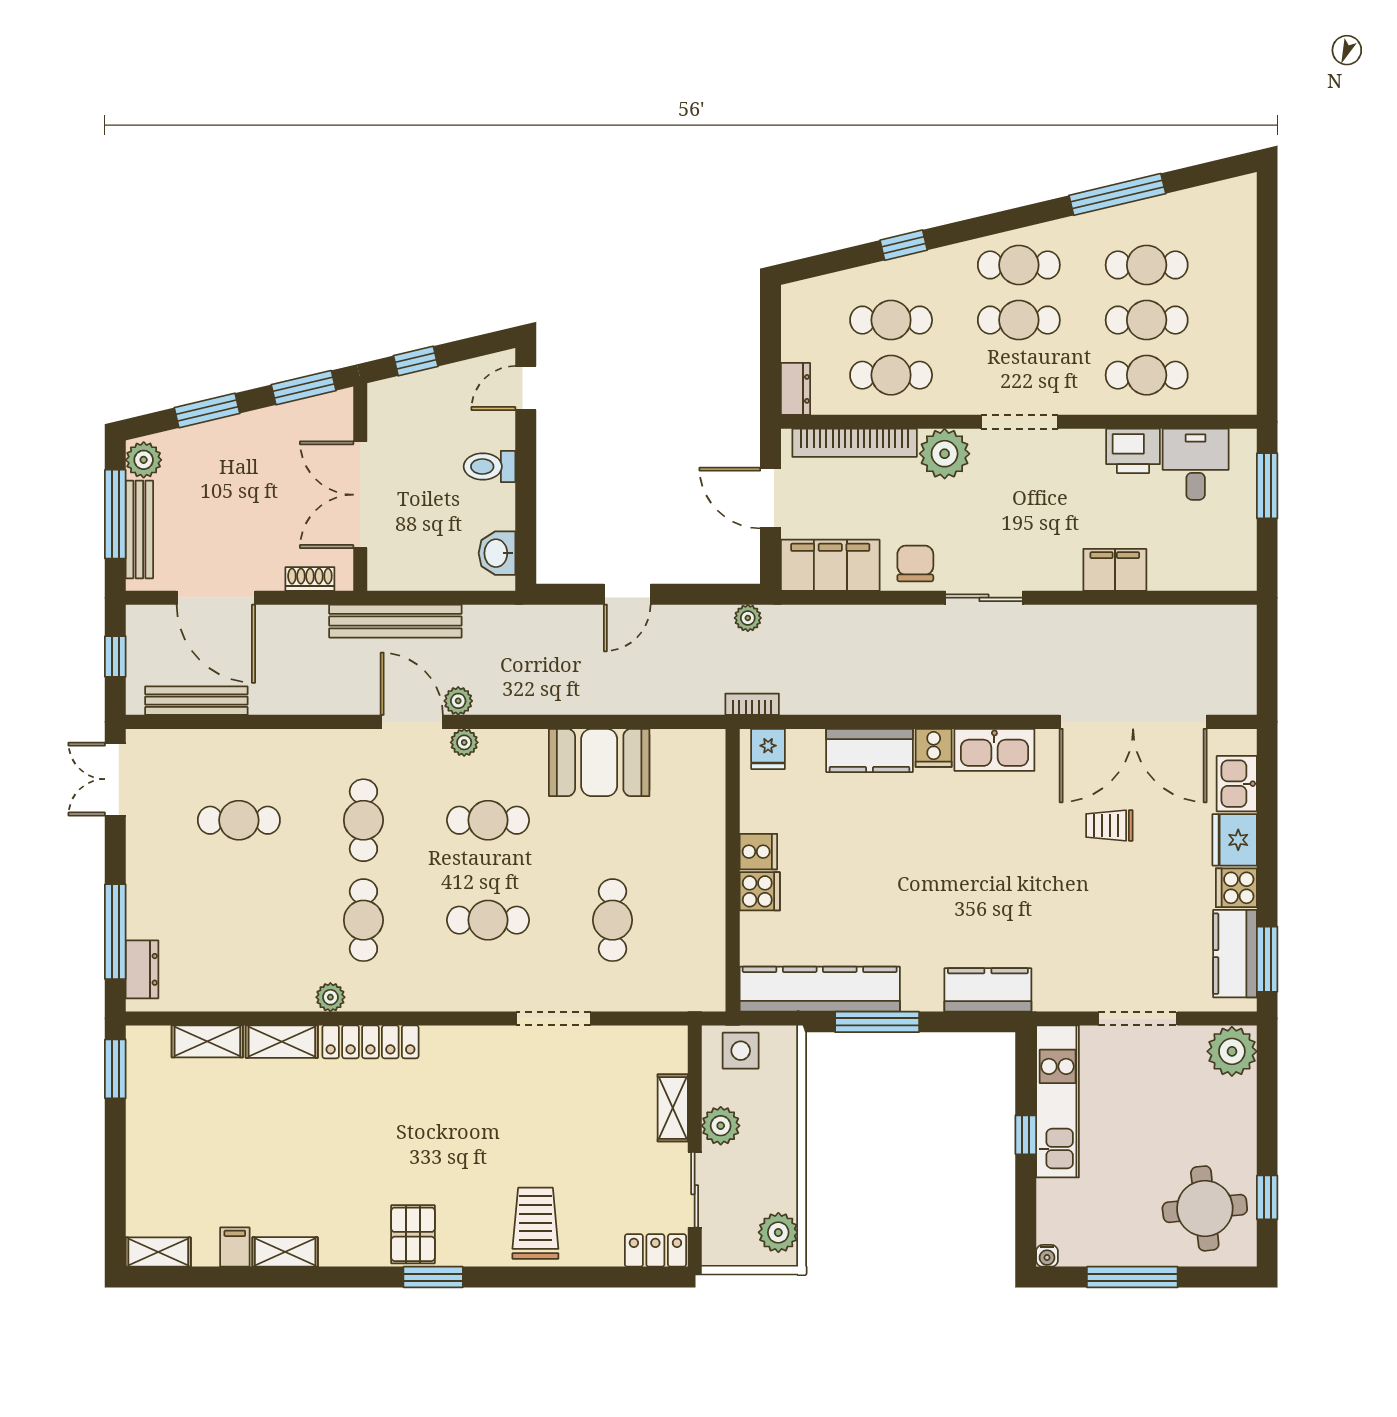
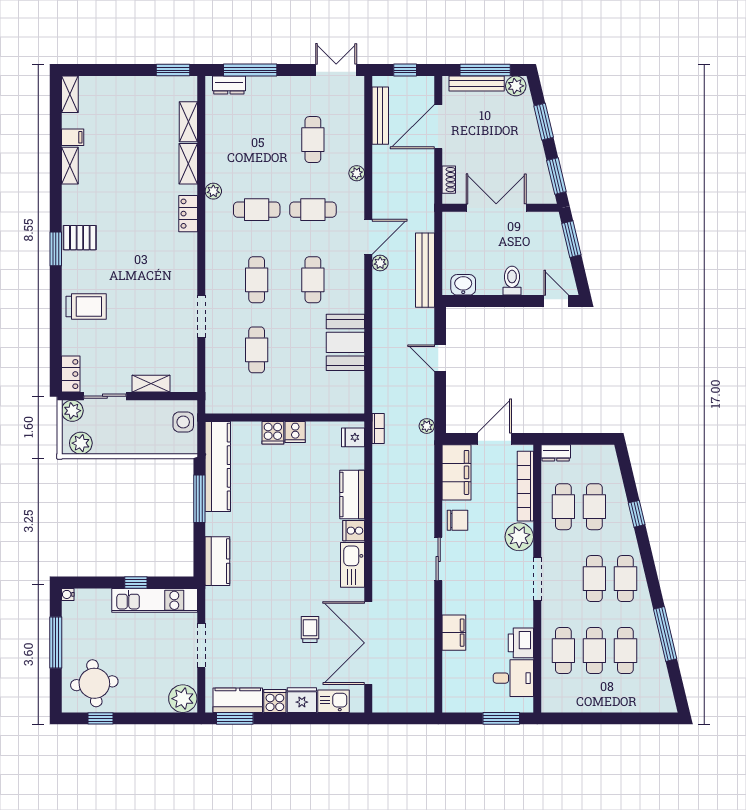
window: (416, 361) -> (571, 239), width x1.50
bench: (395, 621) -> (425, 270), moved
plant: (464, 742) -> (357, 173), moved
cafe table: (613, 920) -> (257, 350), turned 90
locker: (370, 1042) -> (188, 214), width x0.66
plant: (721, 1126) -> (72, 411), moved

